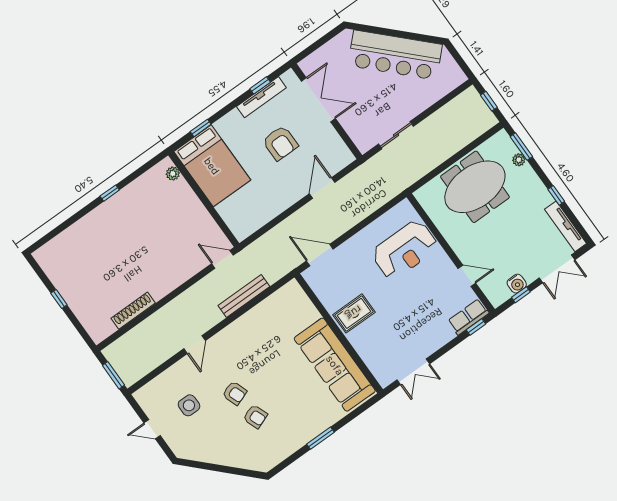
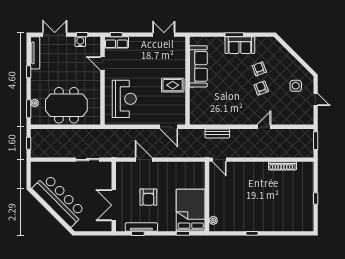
armchair: (280, 143) -> (148, 197), turned 180
door: (322, 188) -> (144, 160), swing flipped
reception desk: (405, 250) -> (124, 99), turned 90
bench: (244, 296) -> (217, 133), width x0.73
sofa: (335, 365) -> (198, 66), width x0.74, depth x0.79
side table: (189, 405) -> (296, 86), moved
sofa: (303, 430) -> (240, 45), added

